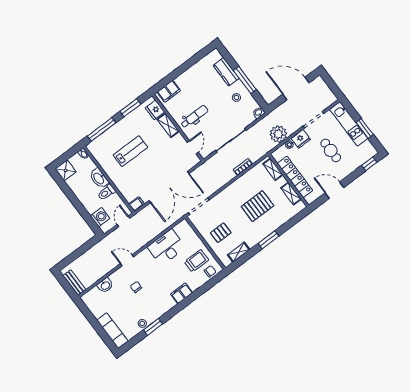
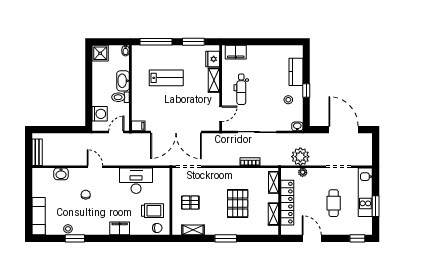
window: (245, 80) -> (306, 91), width x0.46
dental chair: (194, 117) -> (241, 89), turned 90
fridge: (301, 139) -> (316, 175), removed
pallet: (257, 206) -> (238, 203), turned 90

